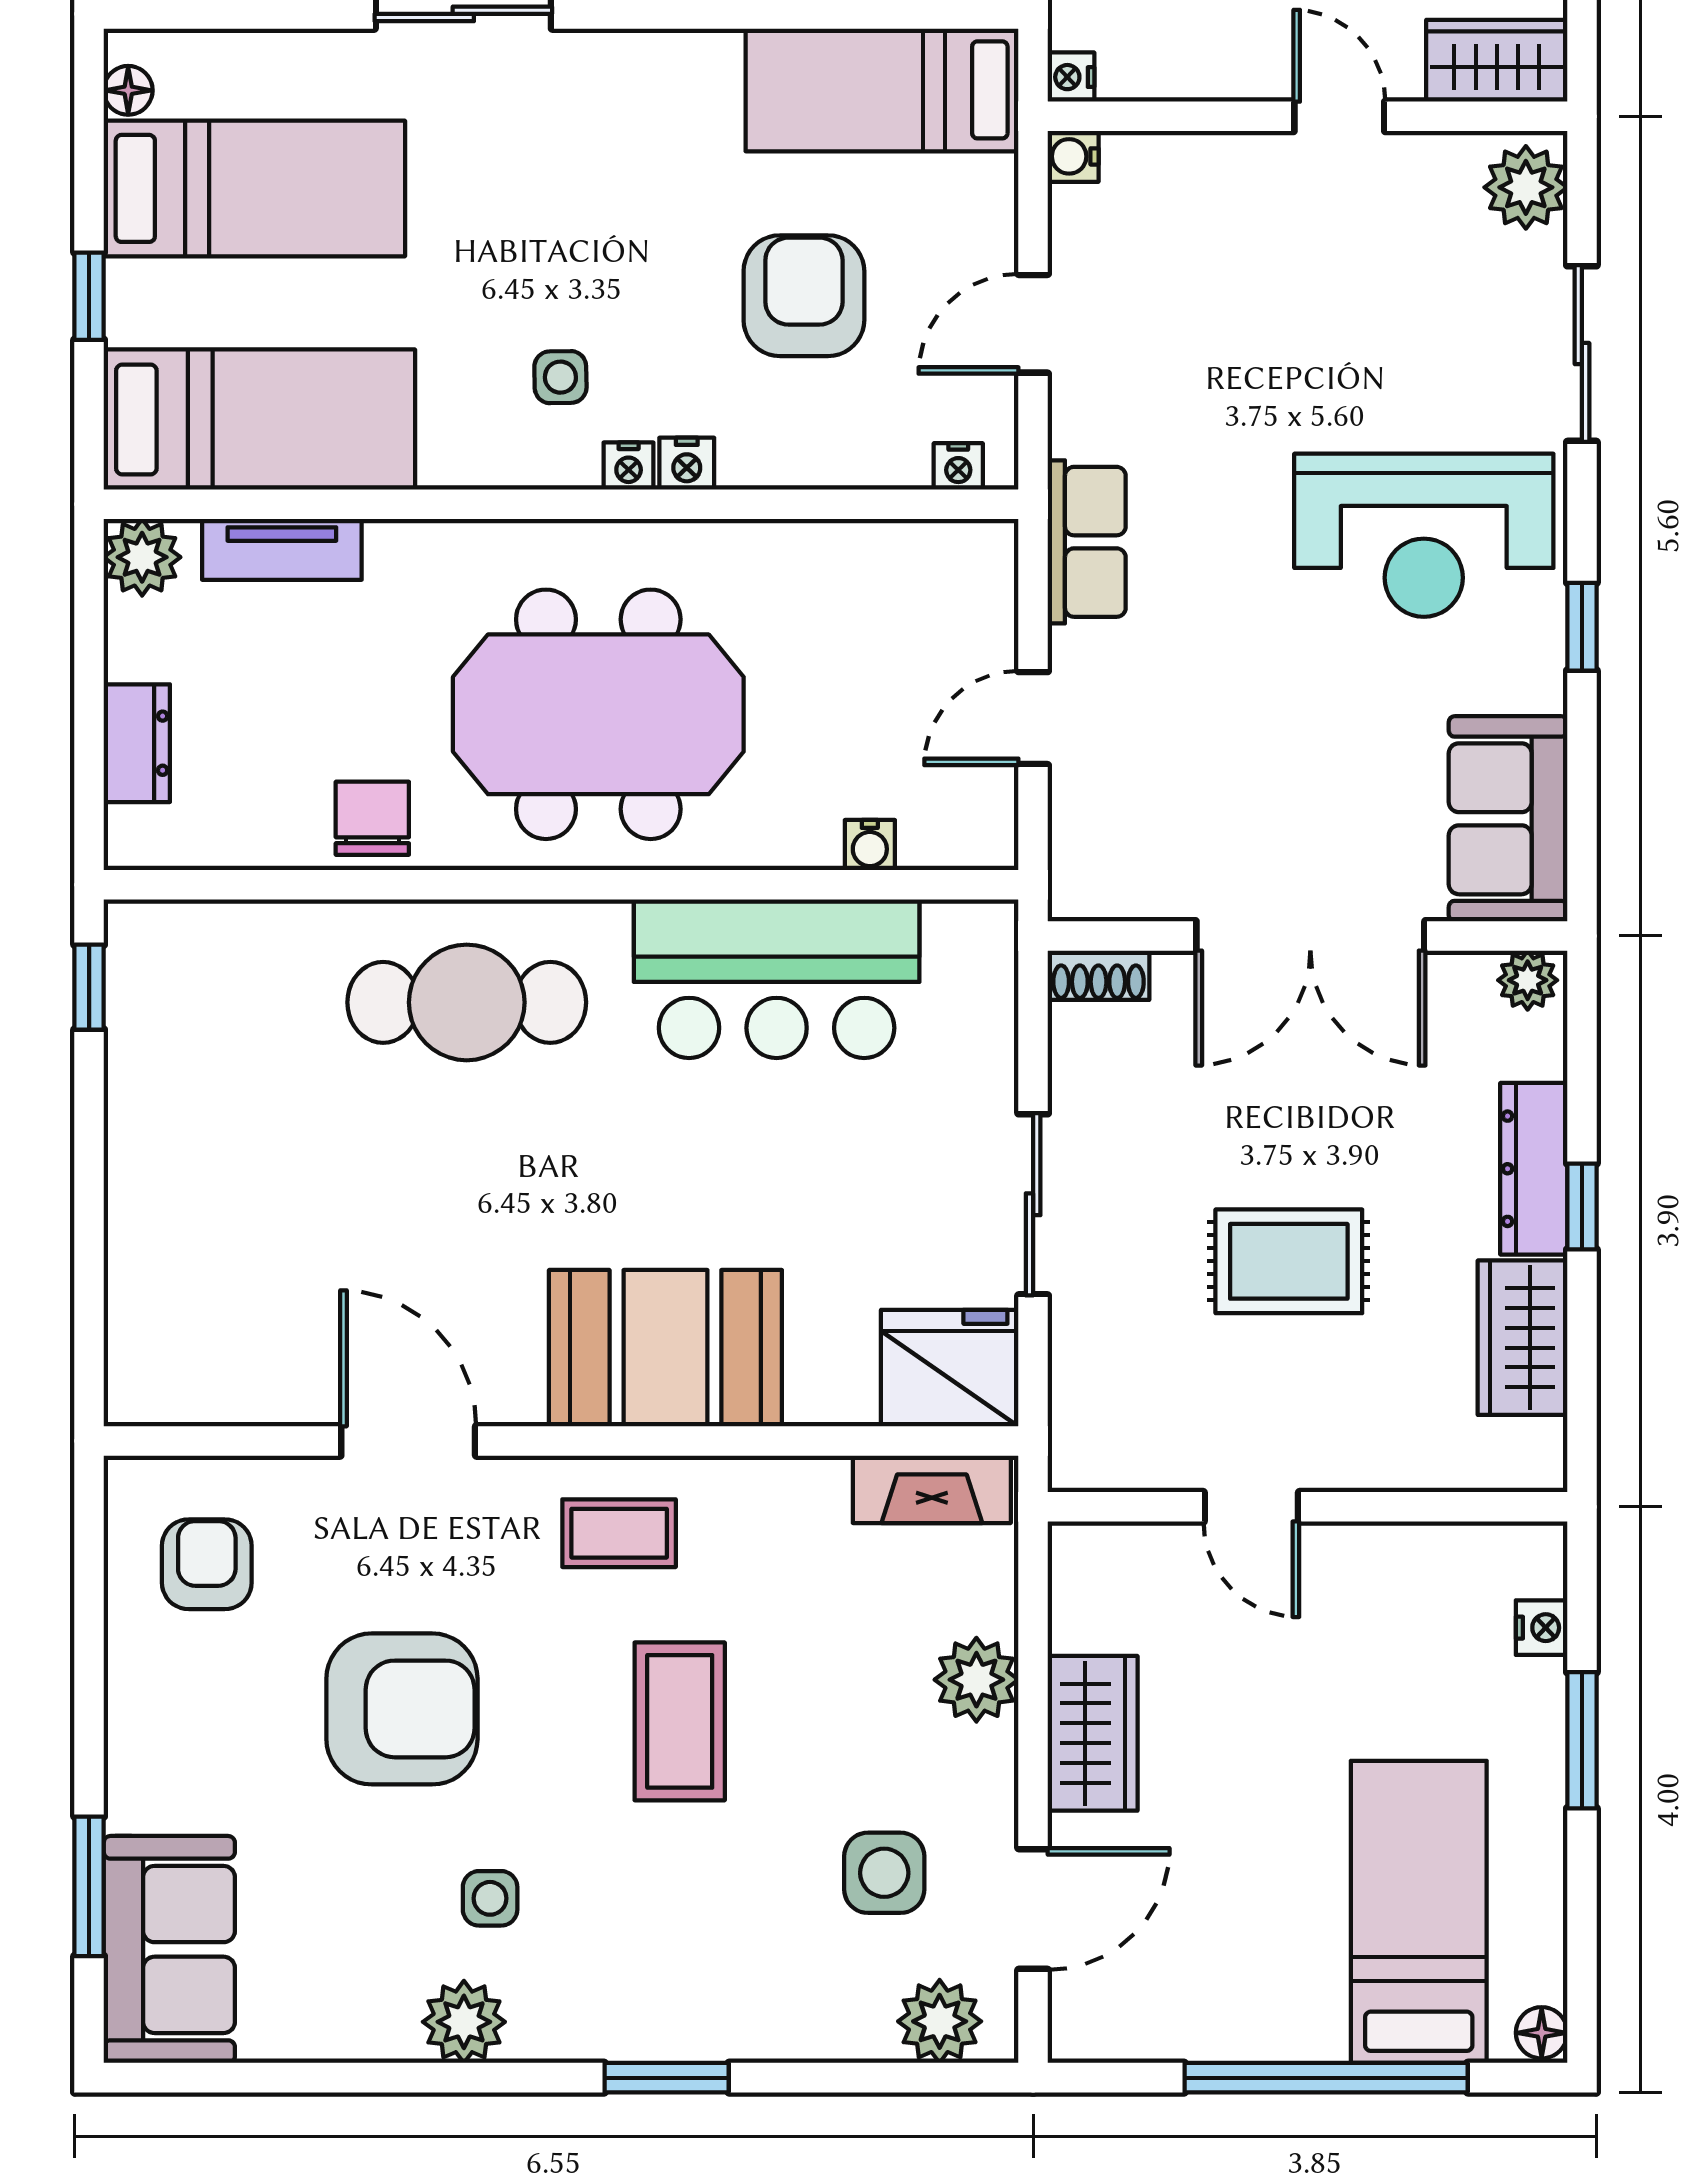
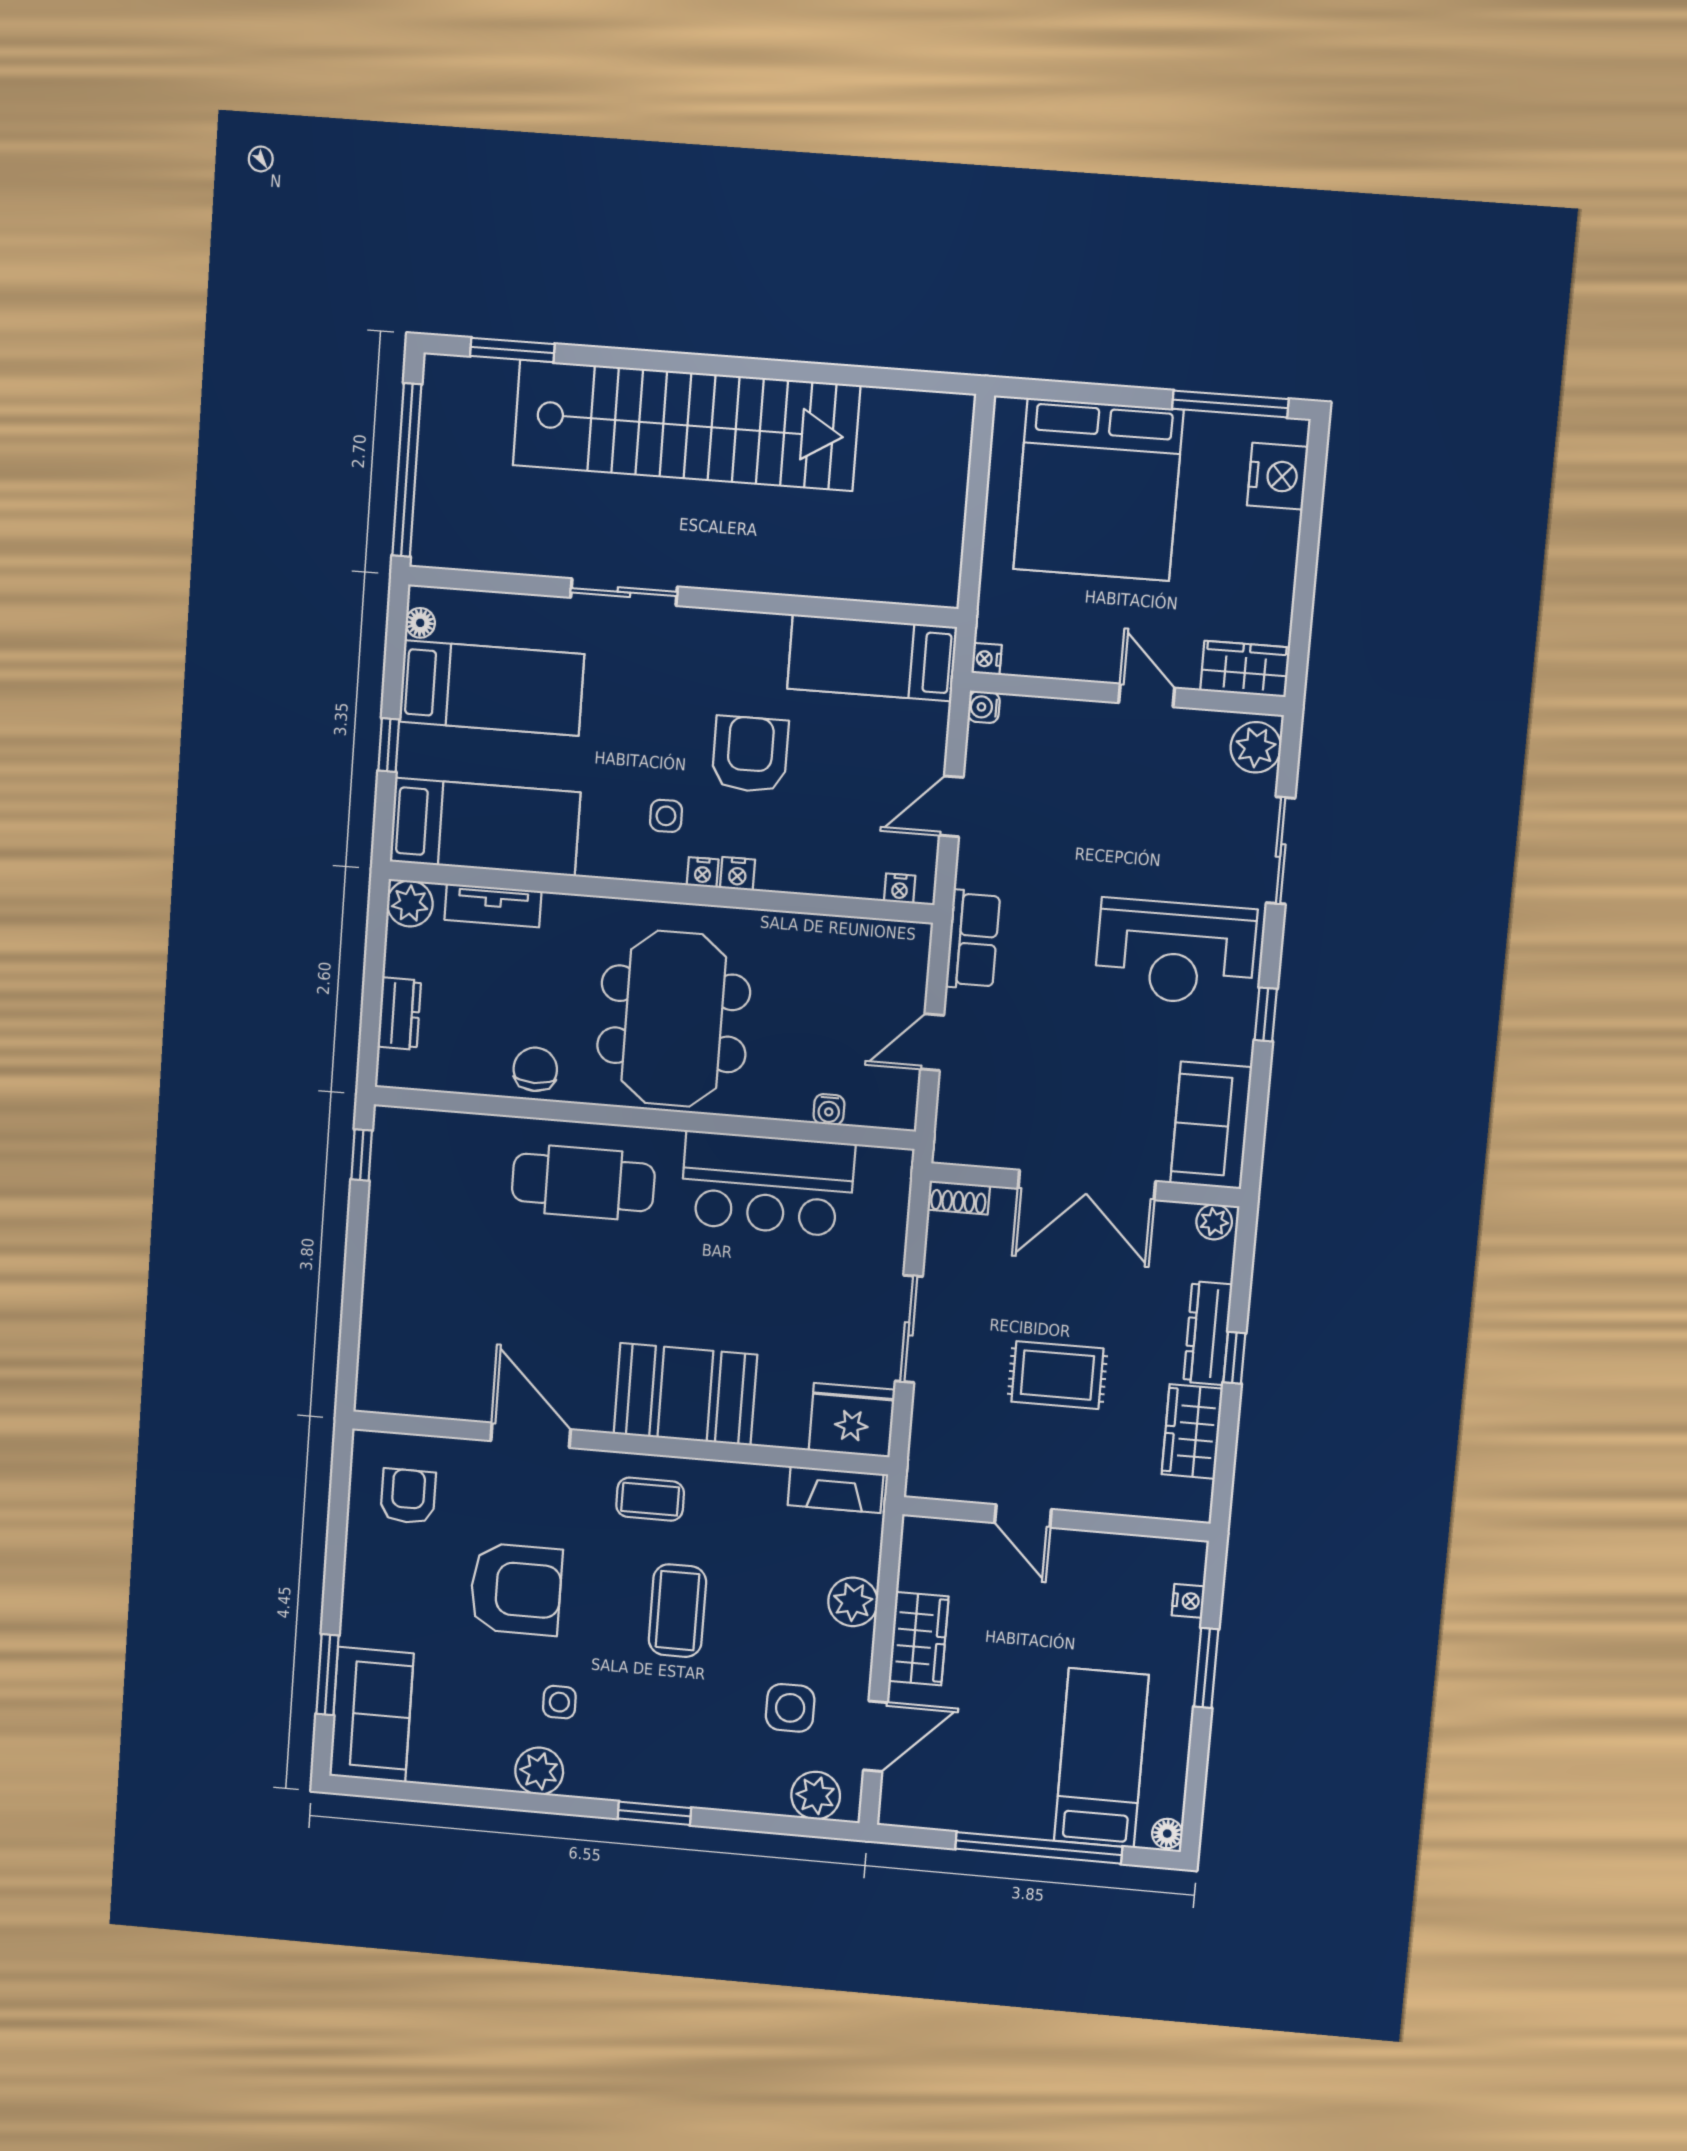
armchair: (804, 296) -> (750, 754), moved
meeting table: (598, 714) -> (674, 1019), turned 90

